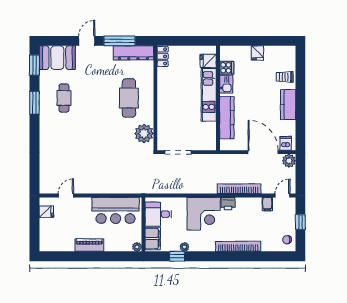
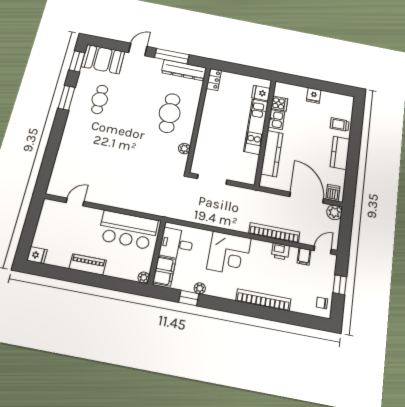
plant: (144, 133) -> (184, 149), width x0.53, depth x0.53
printer: (228, 204) -> (280, 251), moved
fridge: (46, 212) -> (37, 255), moved

